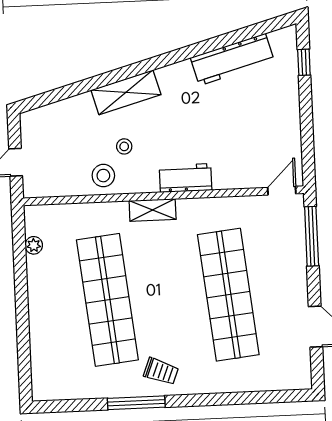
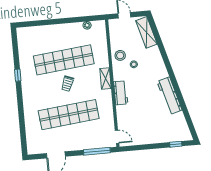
workbench: (232, 59) -> (170, 96), moved
shelving: (126, 92) -> (146, 32), moved
trolley: (161, 371) -> (67, 84), moved
window: (136, 403) -> (18, 75), width x0.46

